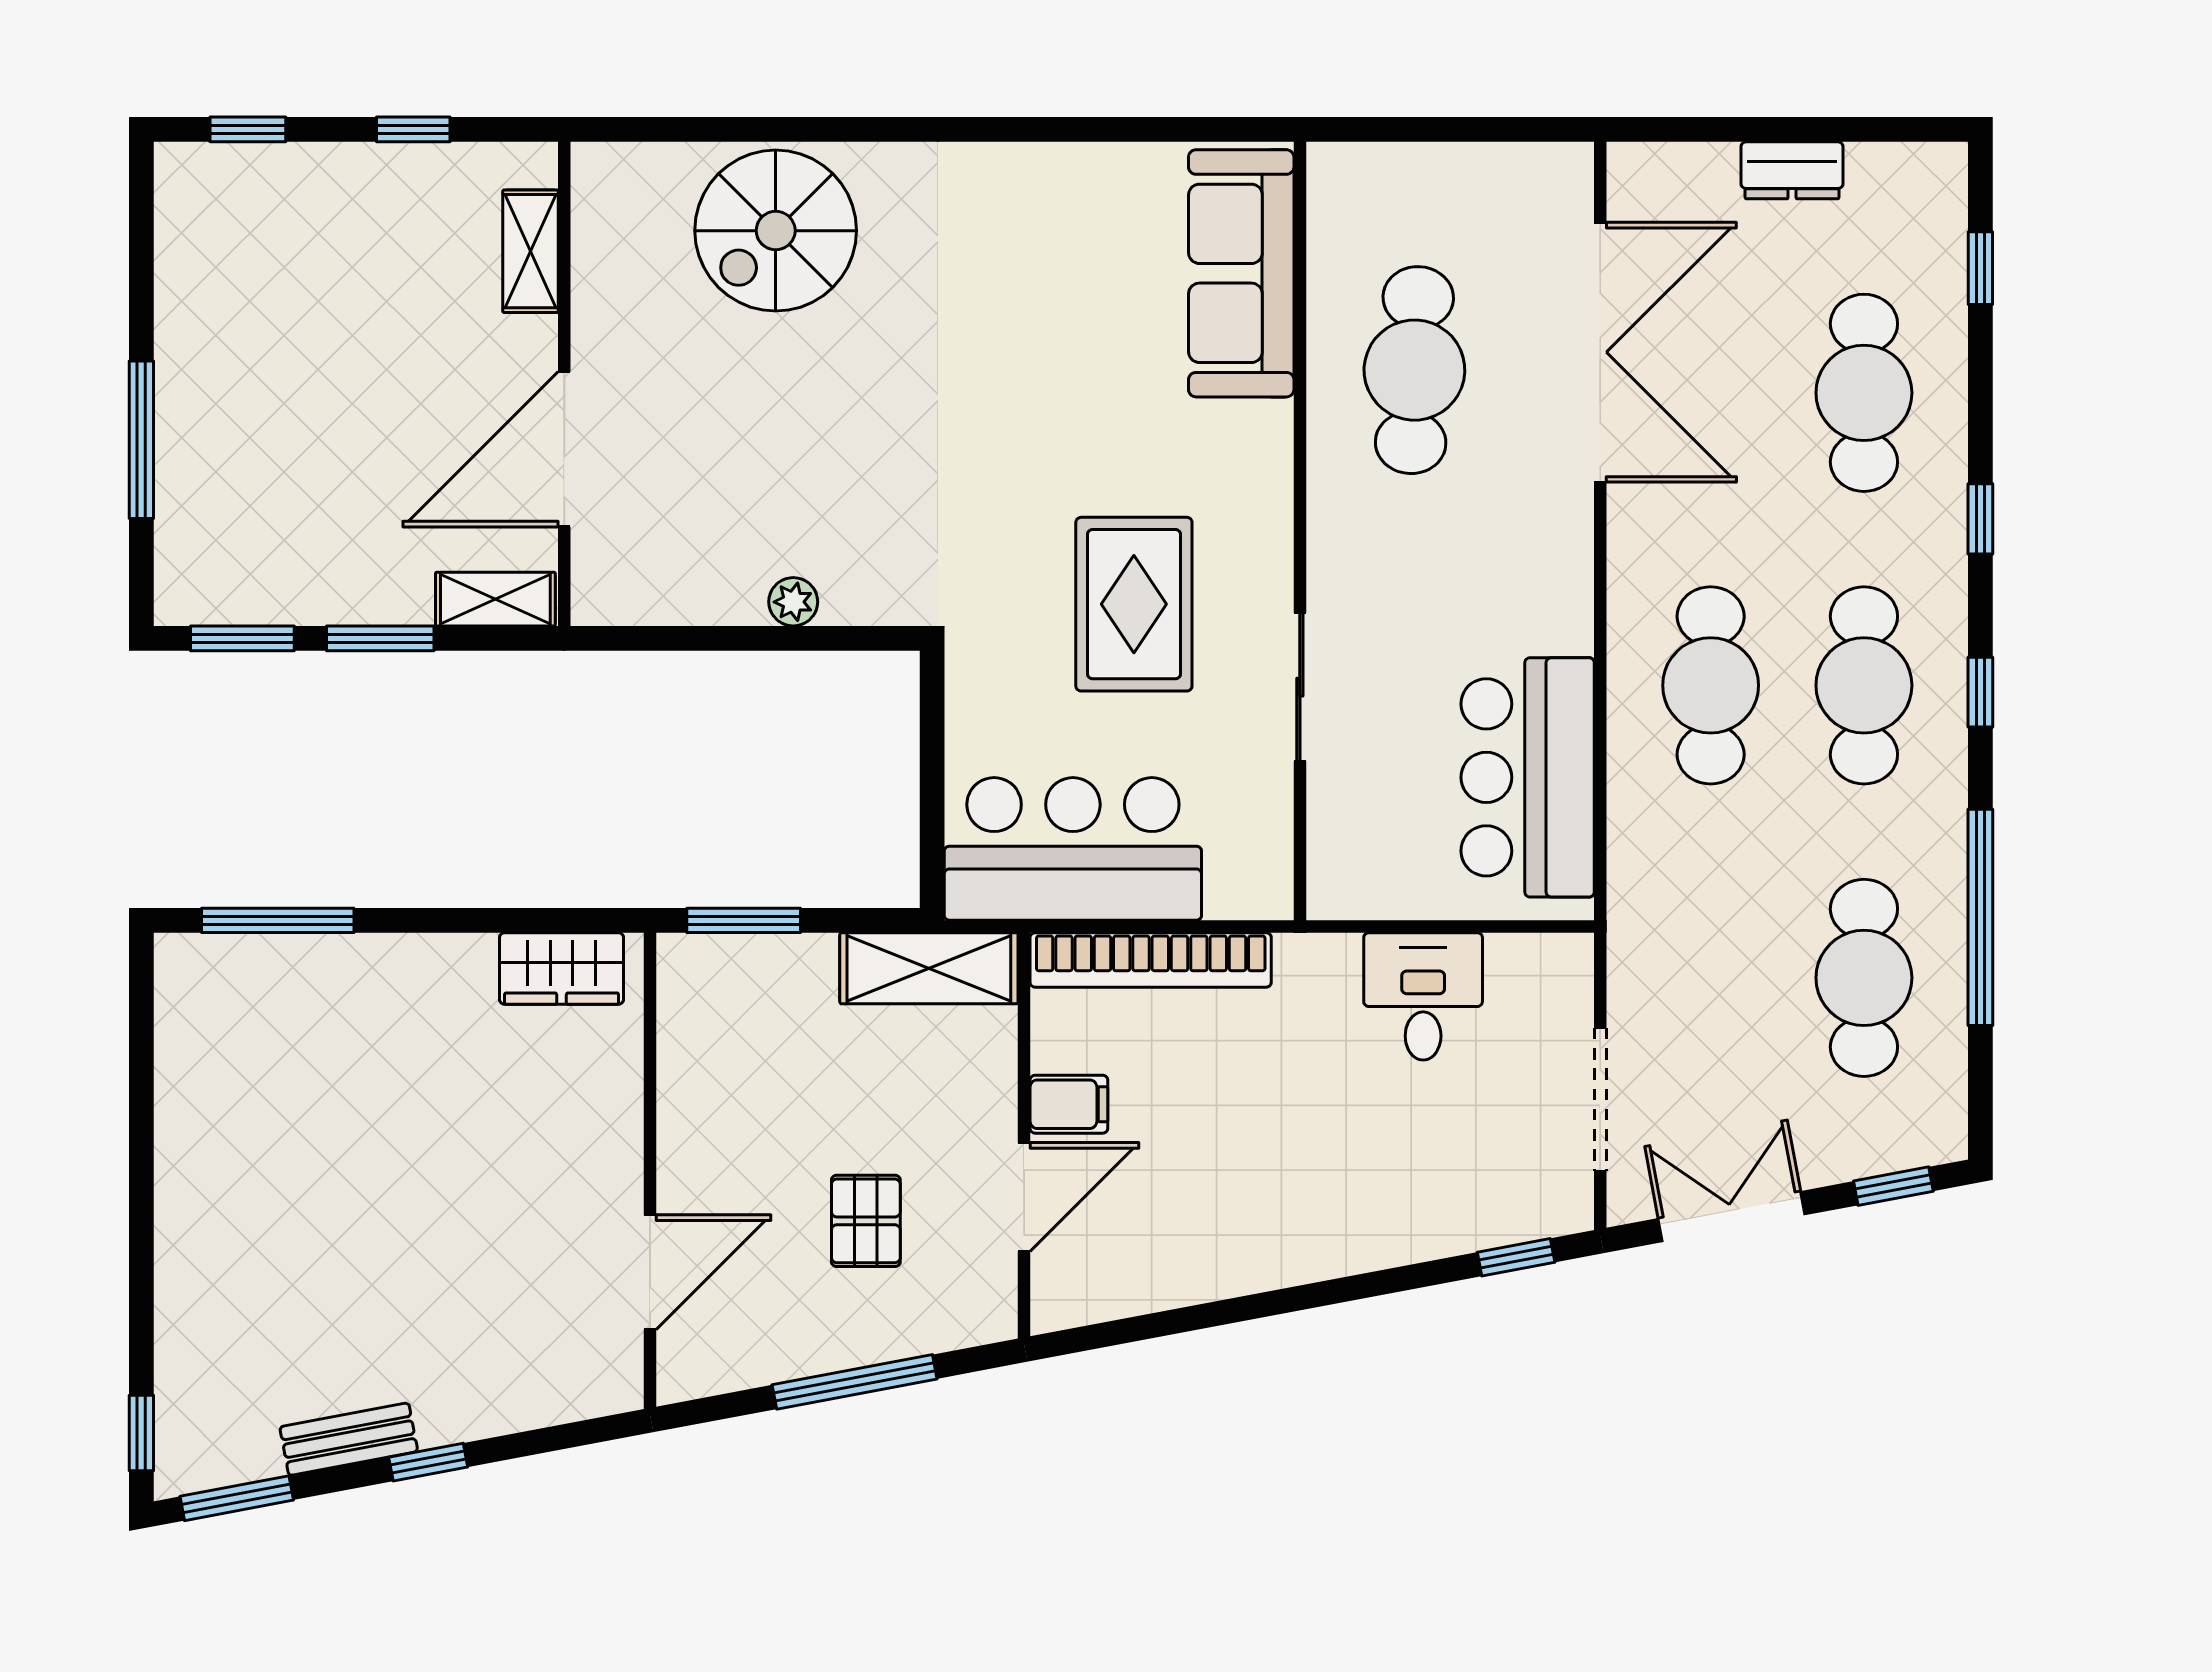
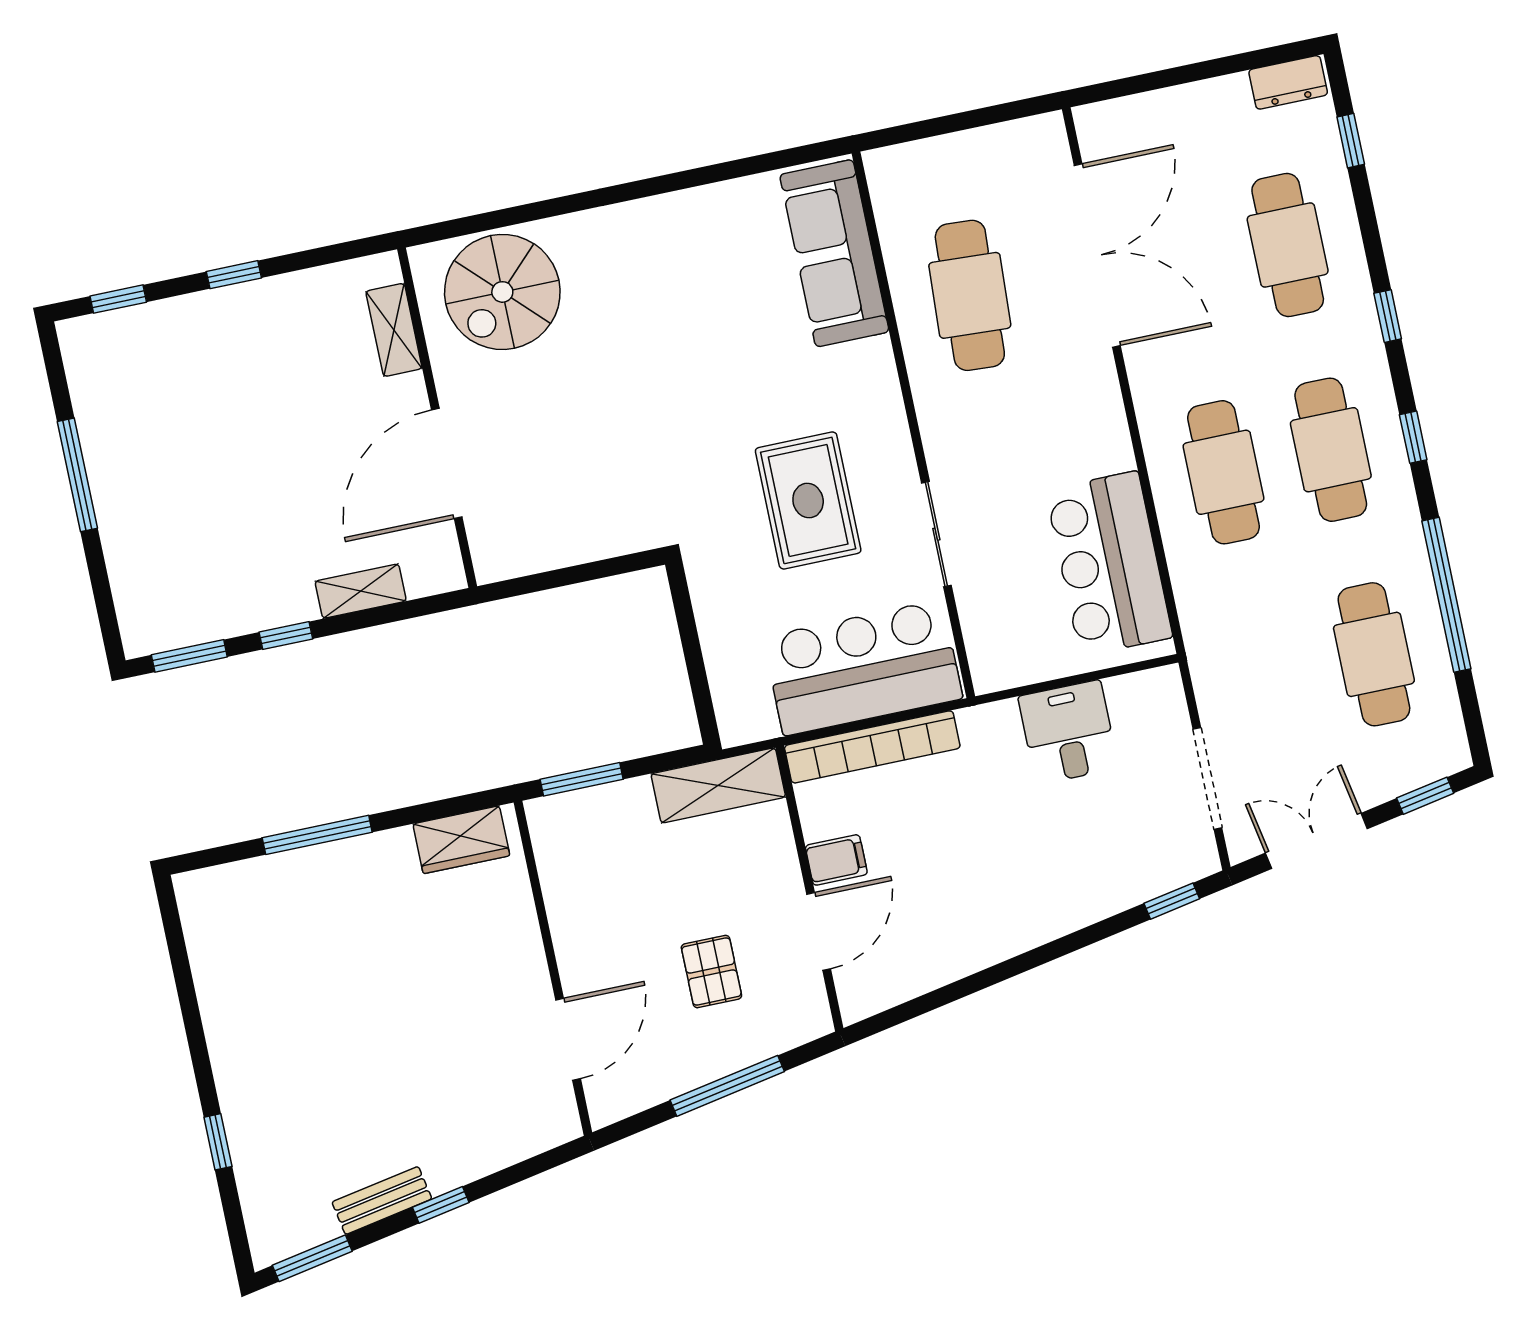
dresser: (1792, 170) -> (1288, 82), moved
shelving: (531, 251) -> (394, 330), moved
wall: (564, 384) -> (437, 418), moved
window: (141, 440) -> (77, 475), moved
door: (564, 449) -> (447, 463), moved
plant: (793, 602) -> (569, 549), removed
window: (380, 638) -> (286, 636), width x0.67
bar counter: (1073, 849) -> (863, 668), moved
window: (278, 920) -> (317, 835), moved
window: (141, 1433) -> (218, 1142), moved

